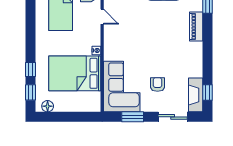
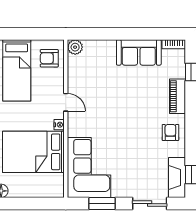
door: (102, 17) -> (66, 102), moved
armchair: (157, 85) -> (170, 132), moved

